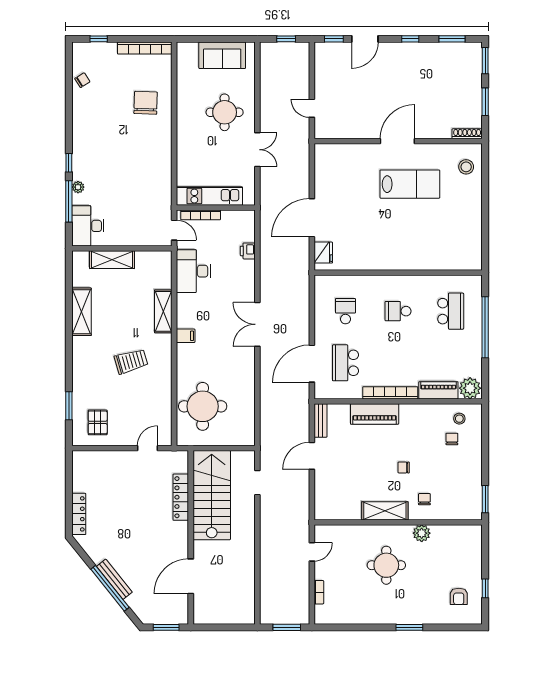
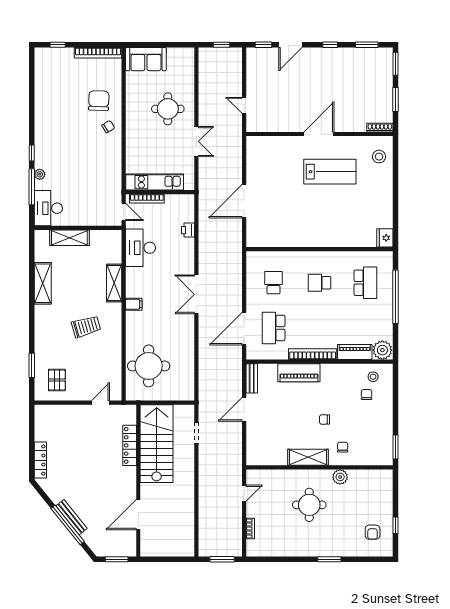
sofa: (222, 55) -> (146, 59), moved
chair: (82, 80) -> (108, 127), moved
fridge: (323, 253) -> (385, 238), moved, turned 180

